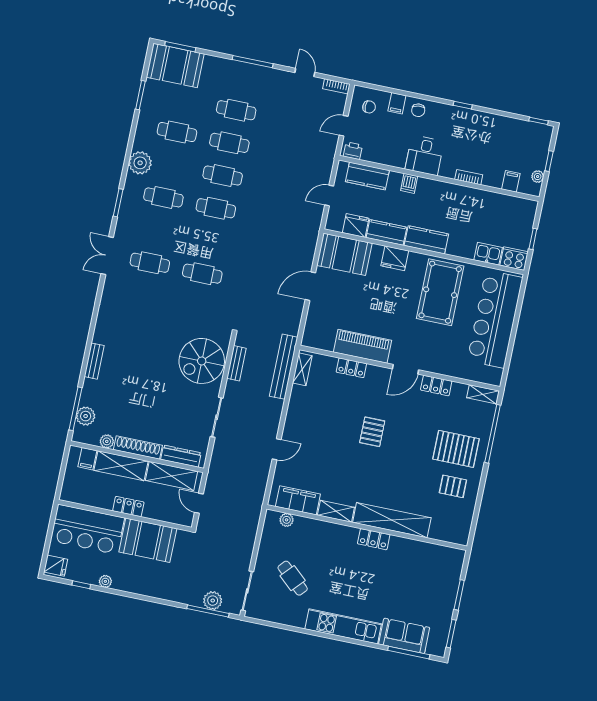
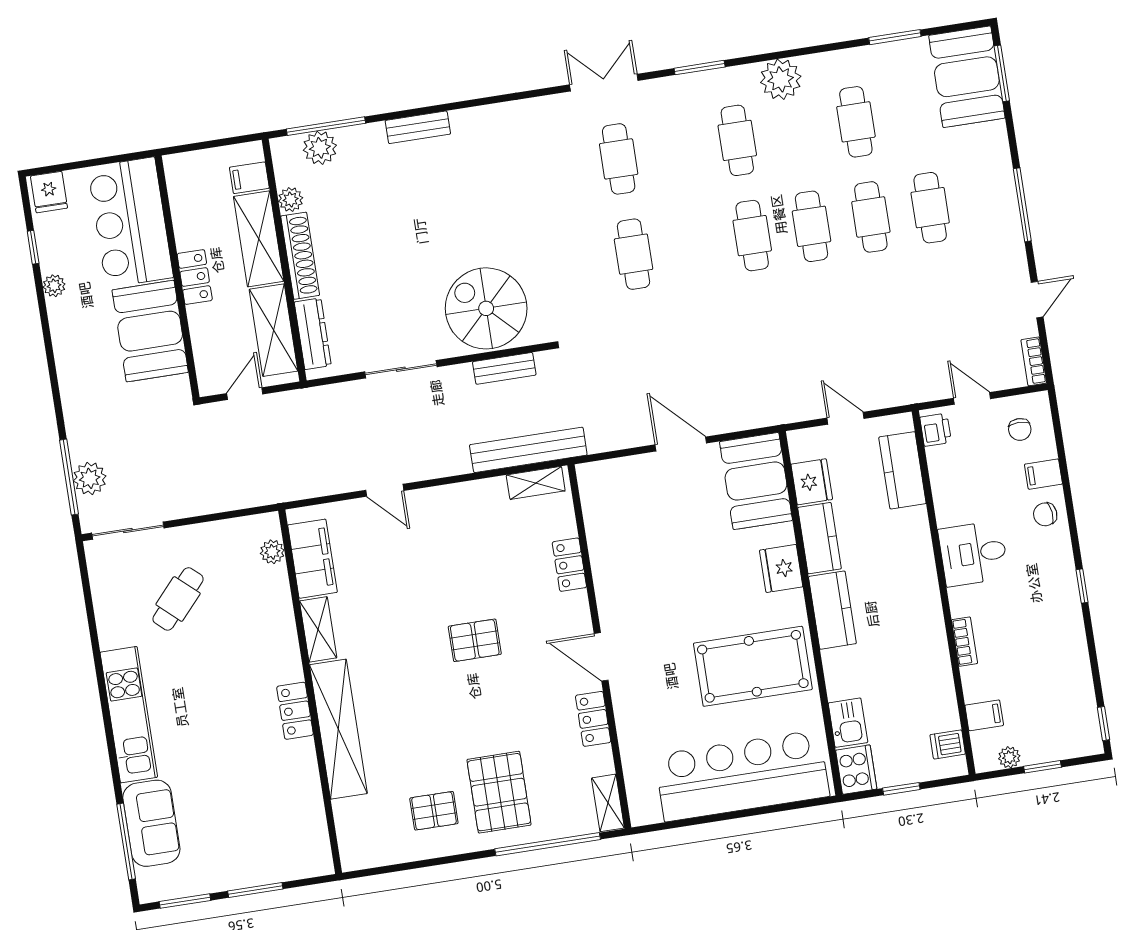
dishwasher: (409, 183) -> (948, 744), moved
piano: (362, 346) -> (613, 570), removed
pallet: (453, 486) -> (434, 811), turned 90

